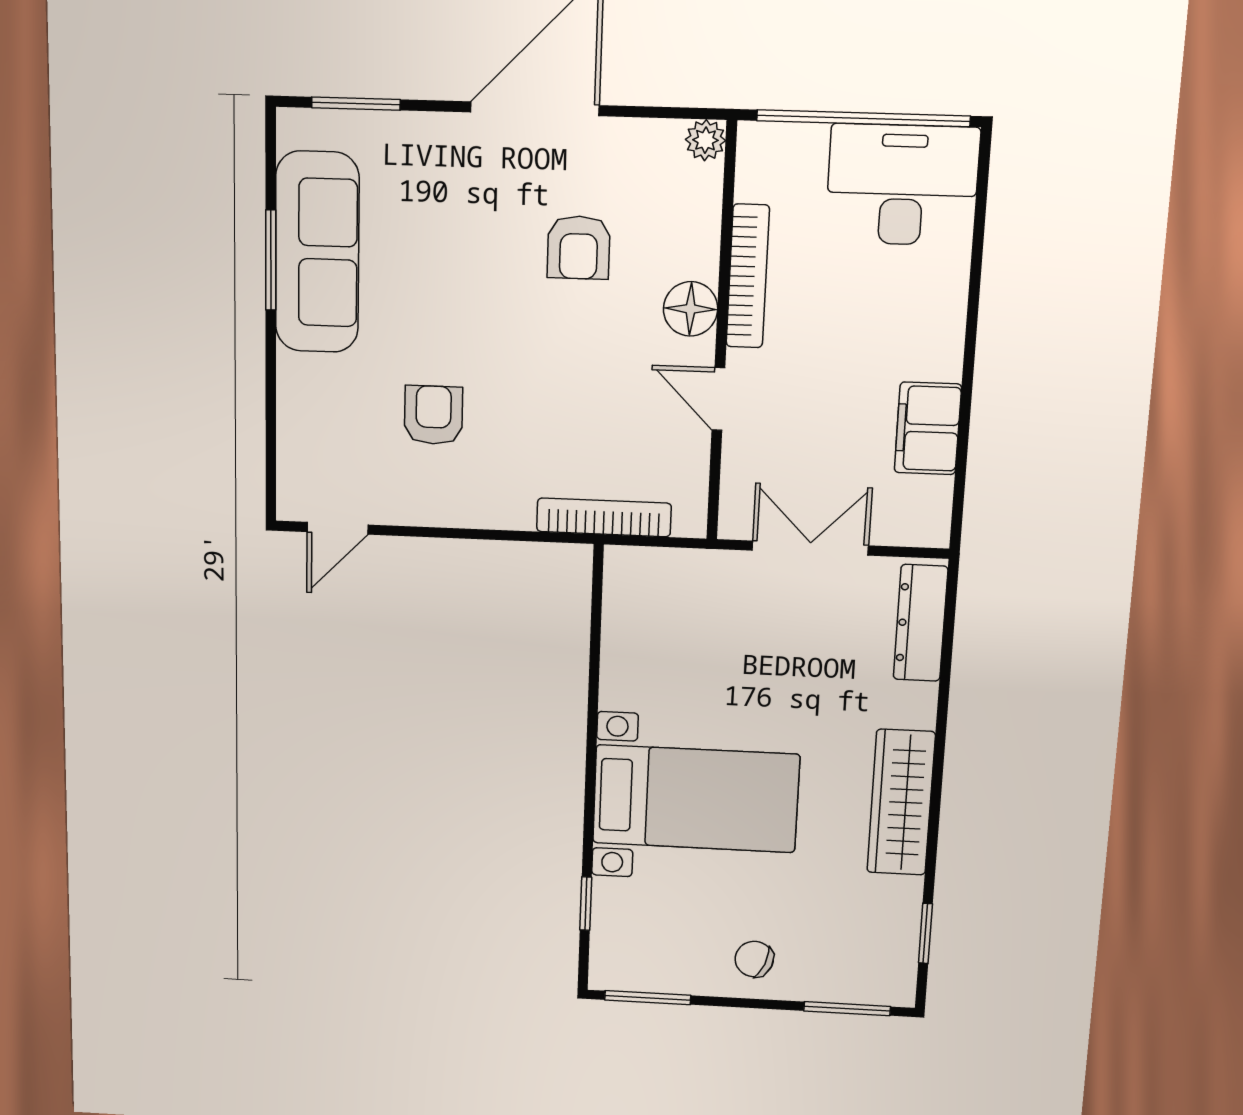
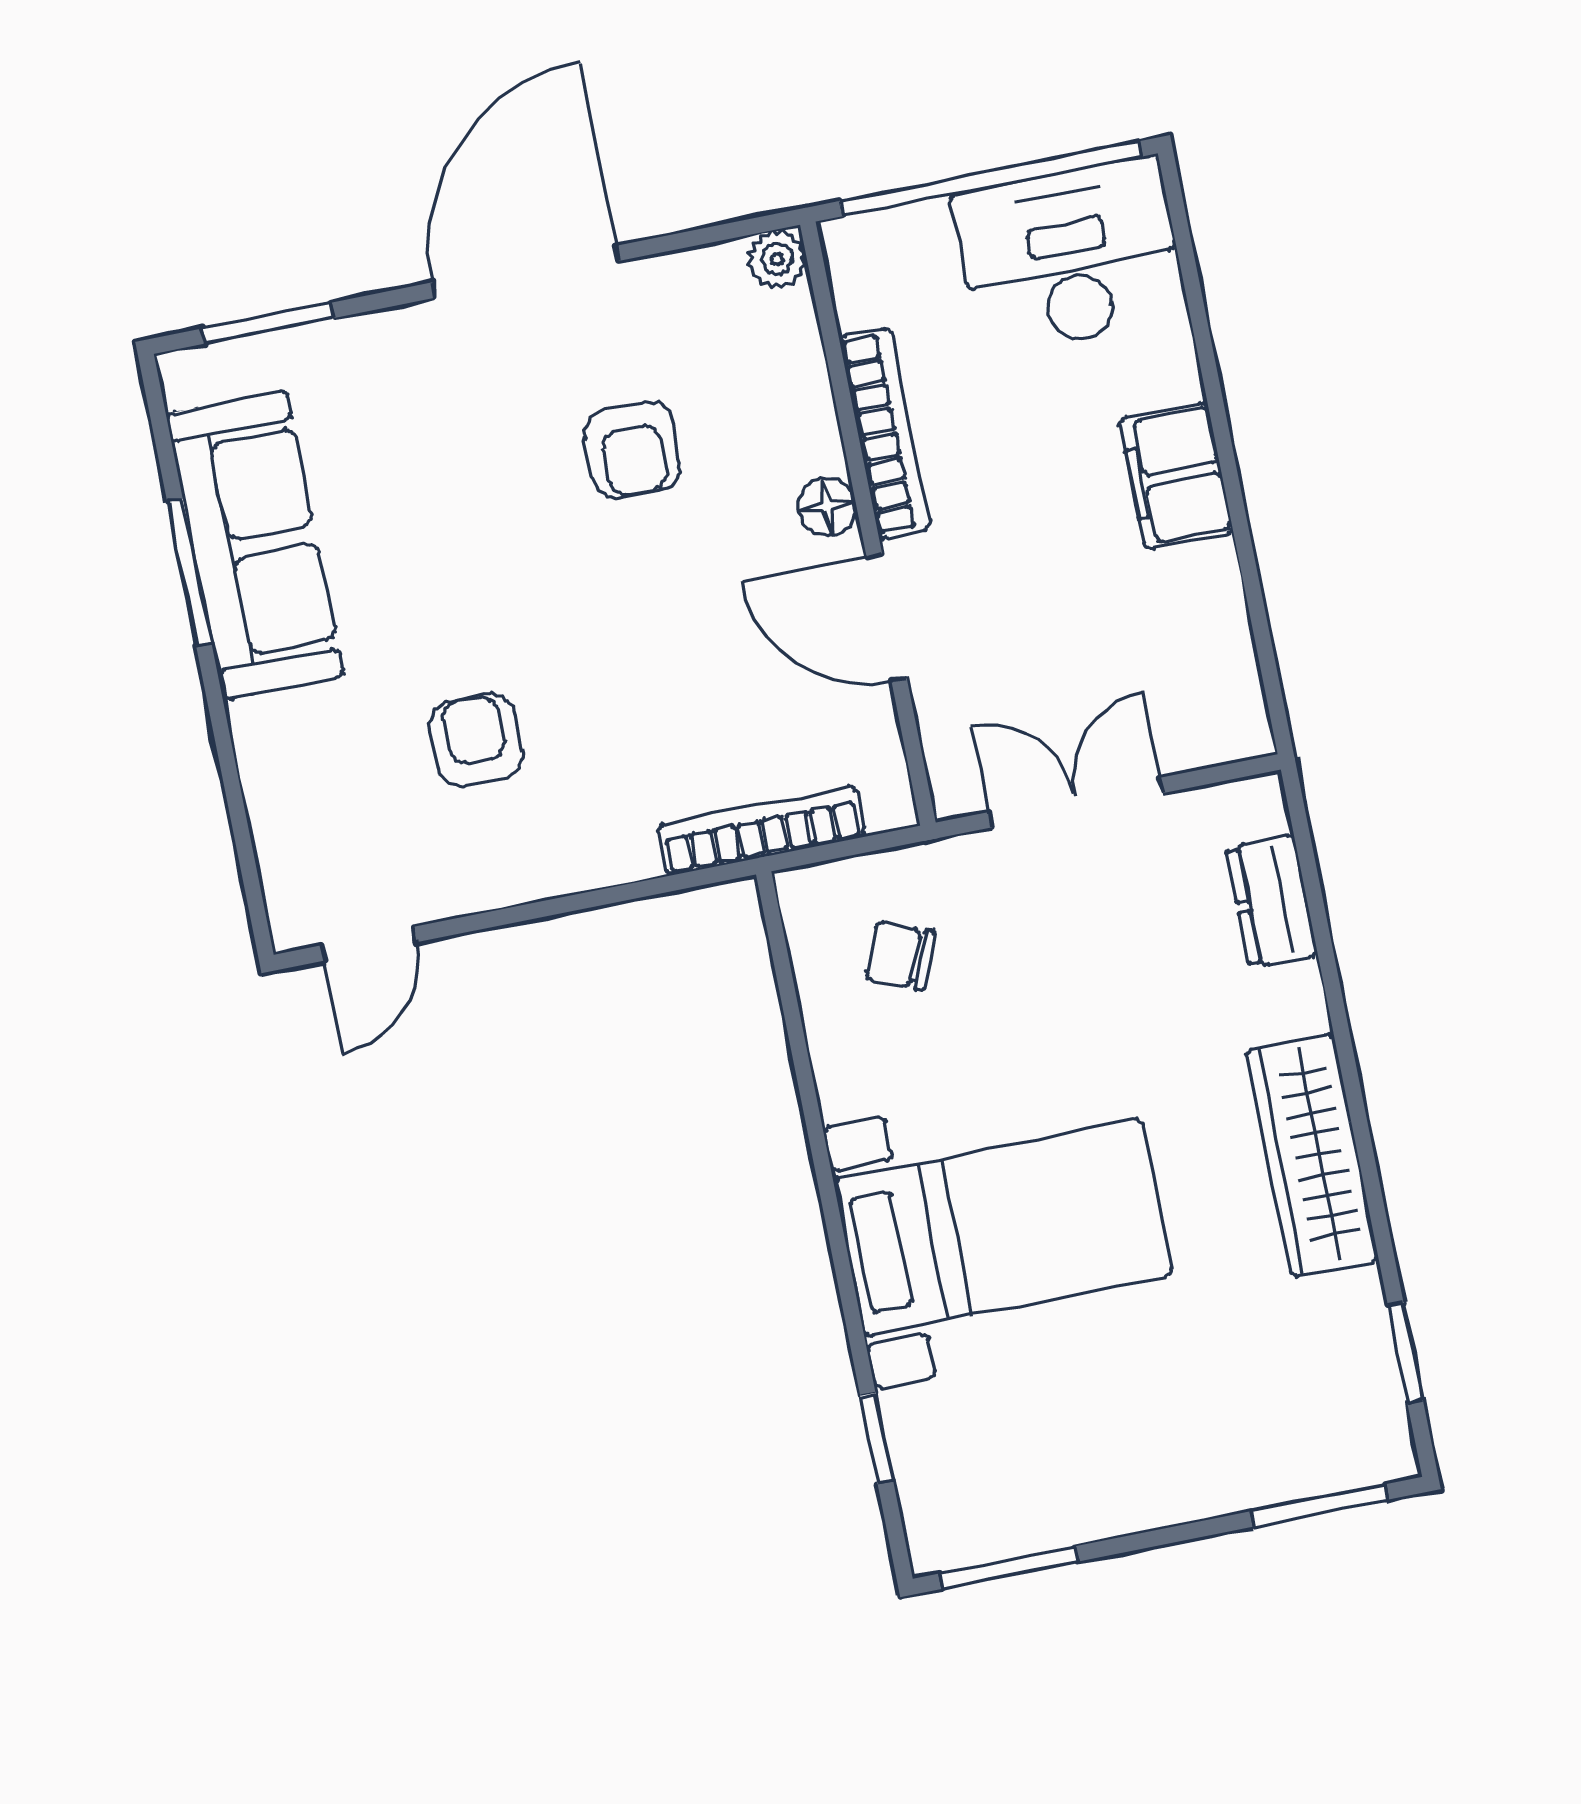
floor lamp: (691, 309) -> (827, 507), width x0.73, depth x0.73
door: (718, 399) -> (887, 617), width x1.38
filing cabinet: (928, 428) -> (1176, 476), moved
dresser: (921, 623) -> (1272, 901), width x0.70
chair: (754, 959) -> (900, 956), moved

